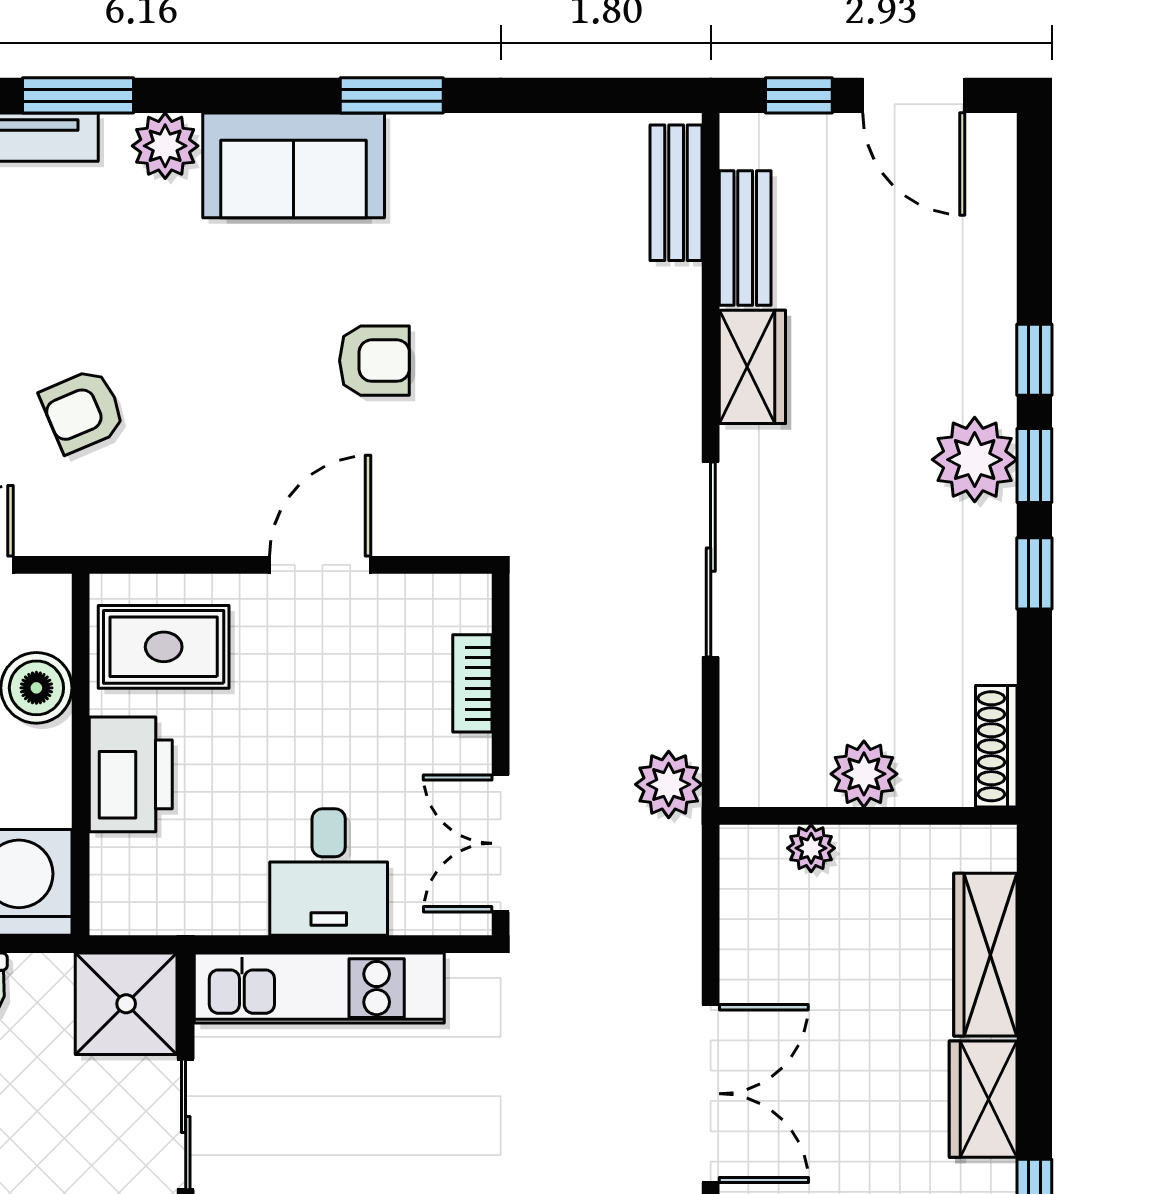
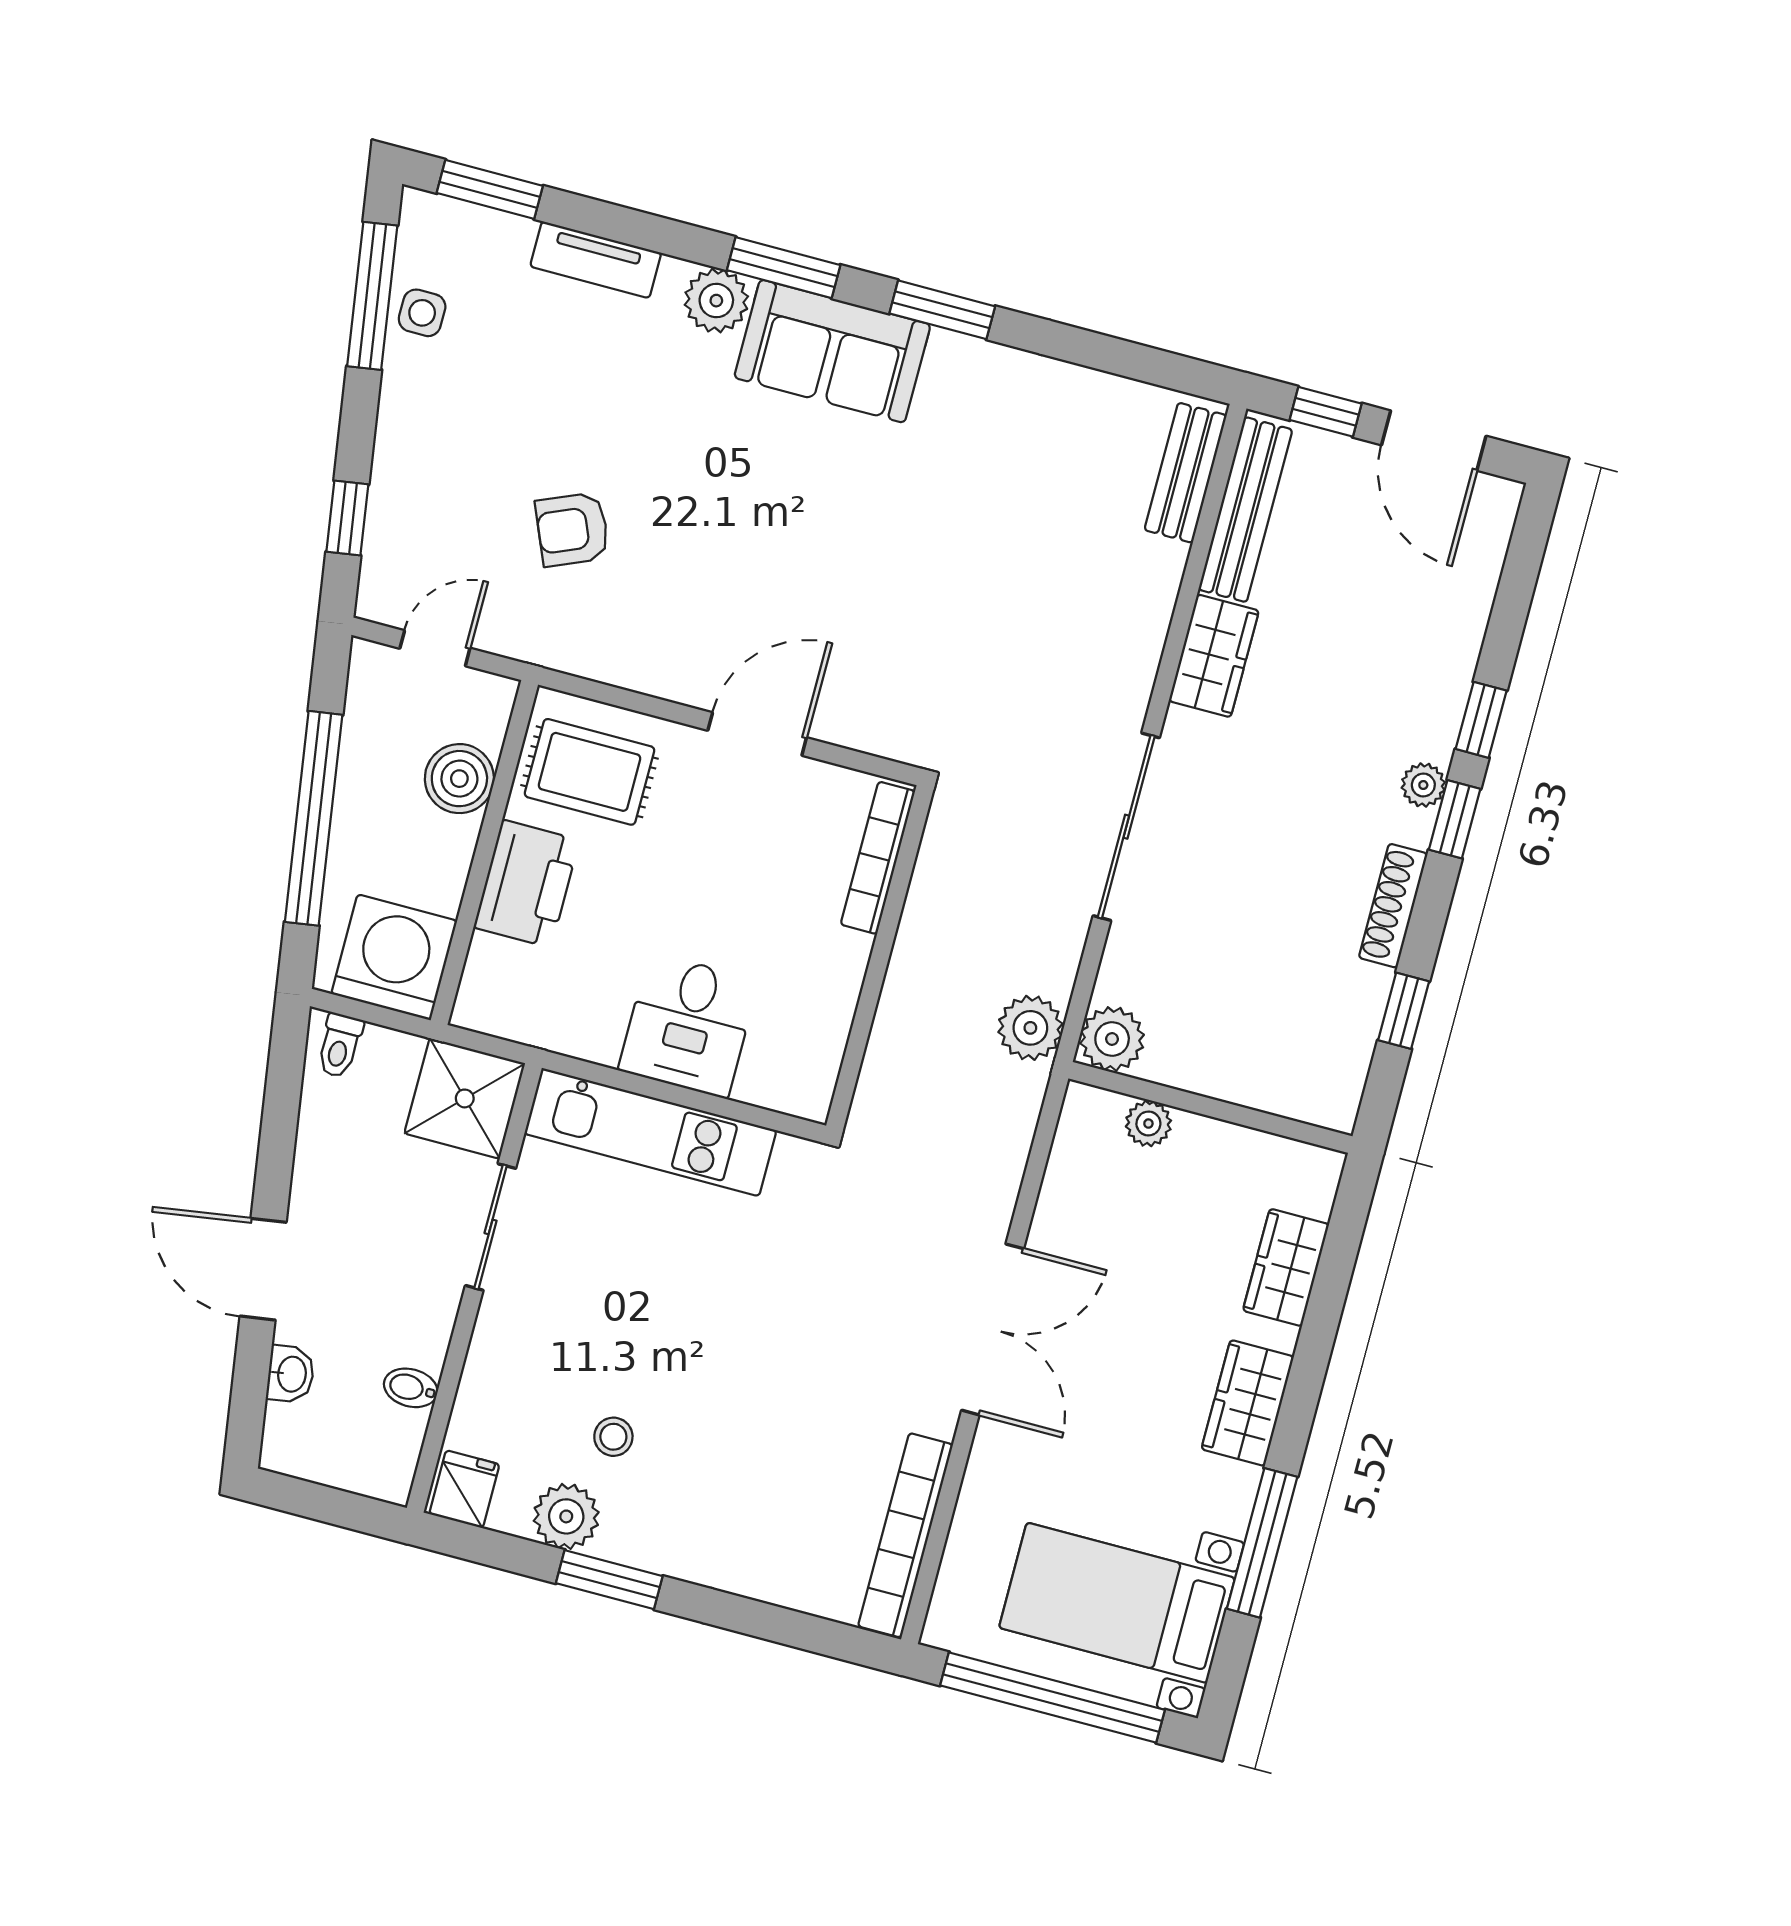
window: (78, 95) -> (784, 268), moved
bench: (745, 238) -> (1245, 510), width x1.36
armchair: (374, 361) -> (860, 555), removed
plant: (975, 460) -> (1423, 785), width x0.53, depth x0.53
window: (1034, 573) -> (1404, 1011), moved
bookcase: (472, 683) -> (878, 858), width x1.56
shoe rack: (996, 746) -> (1393, 906), moved
plant: (864, 774) -> (1112, 1039), moved
double door: (501, 843) -> (858, 1041), removed
wardrobe: (985, 955) -> (1286, 1267), width x0.67

